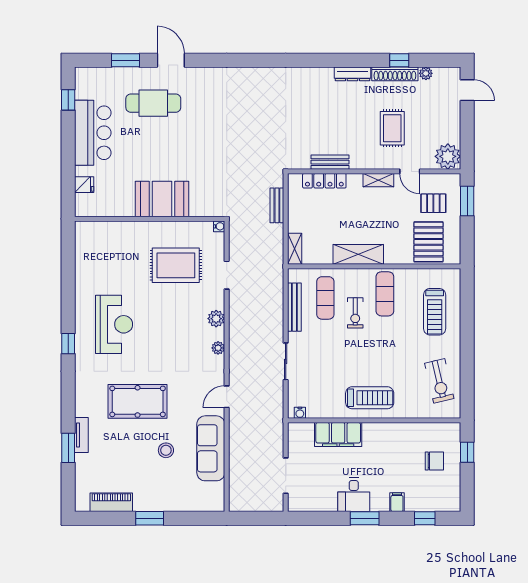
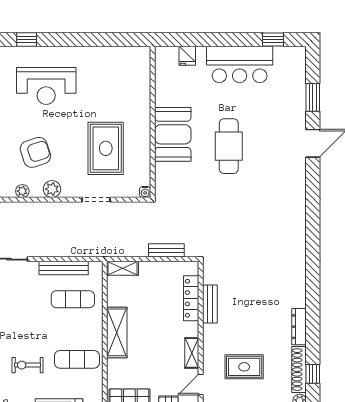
cafe table: (153, 103) -> (229, 146), moved
exercise bike: (355, 313) -> (28, 365), moved
armchair: (180, 335) -> (35, 152), added

